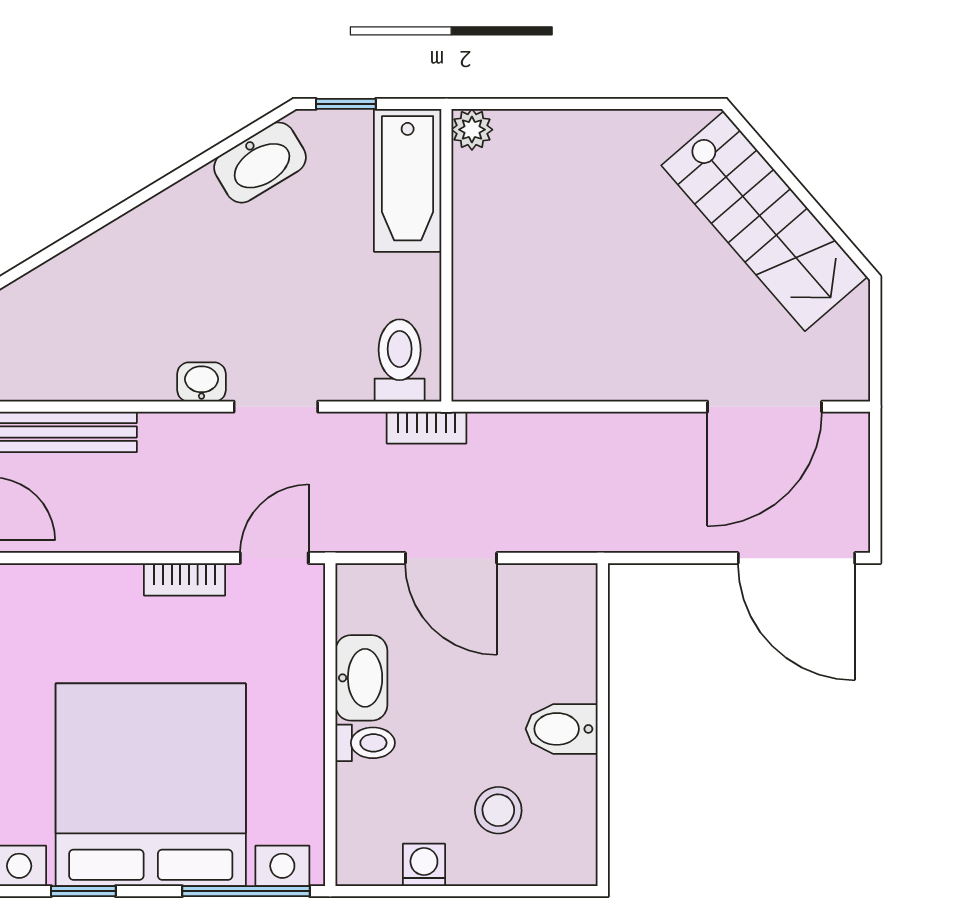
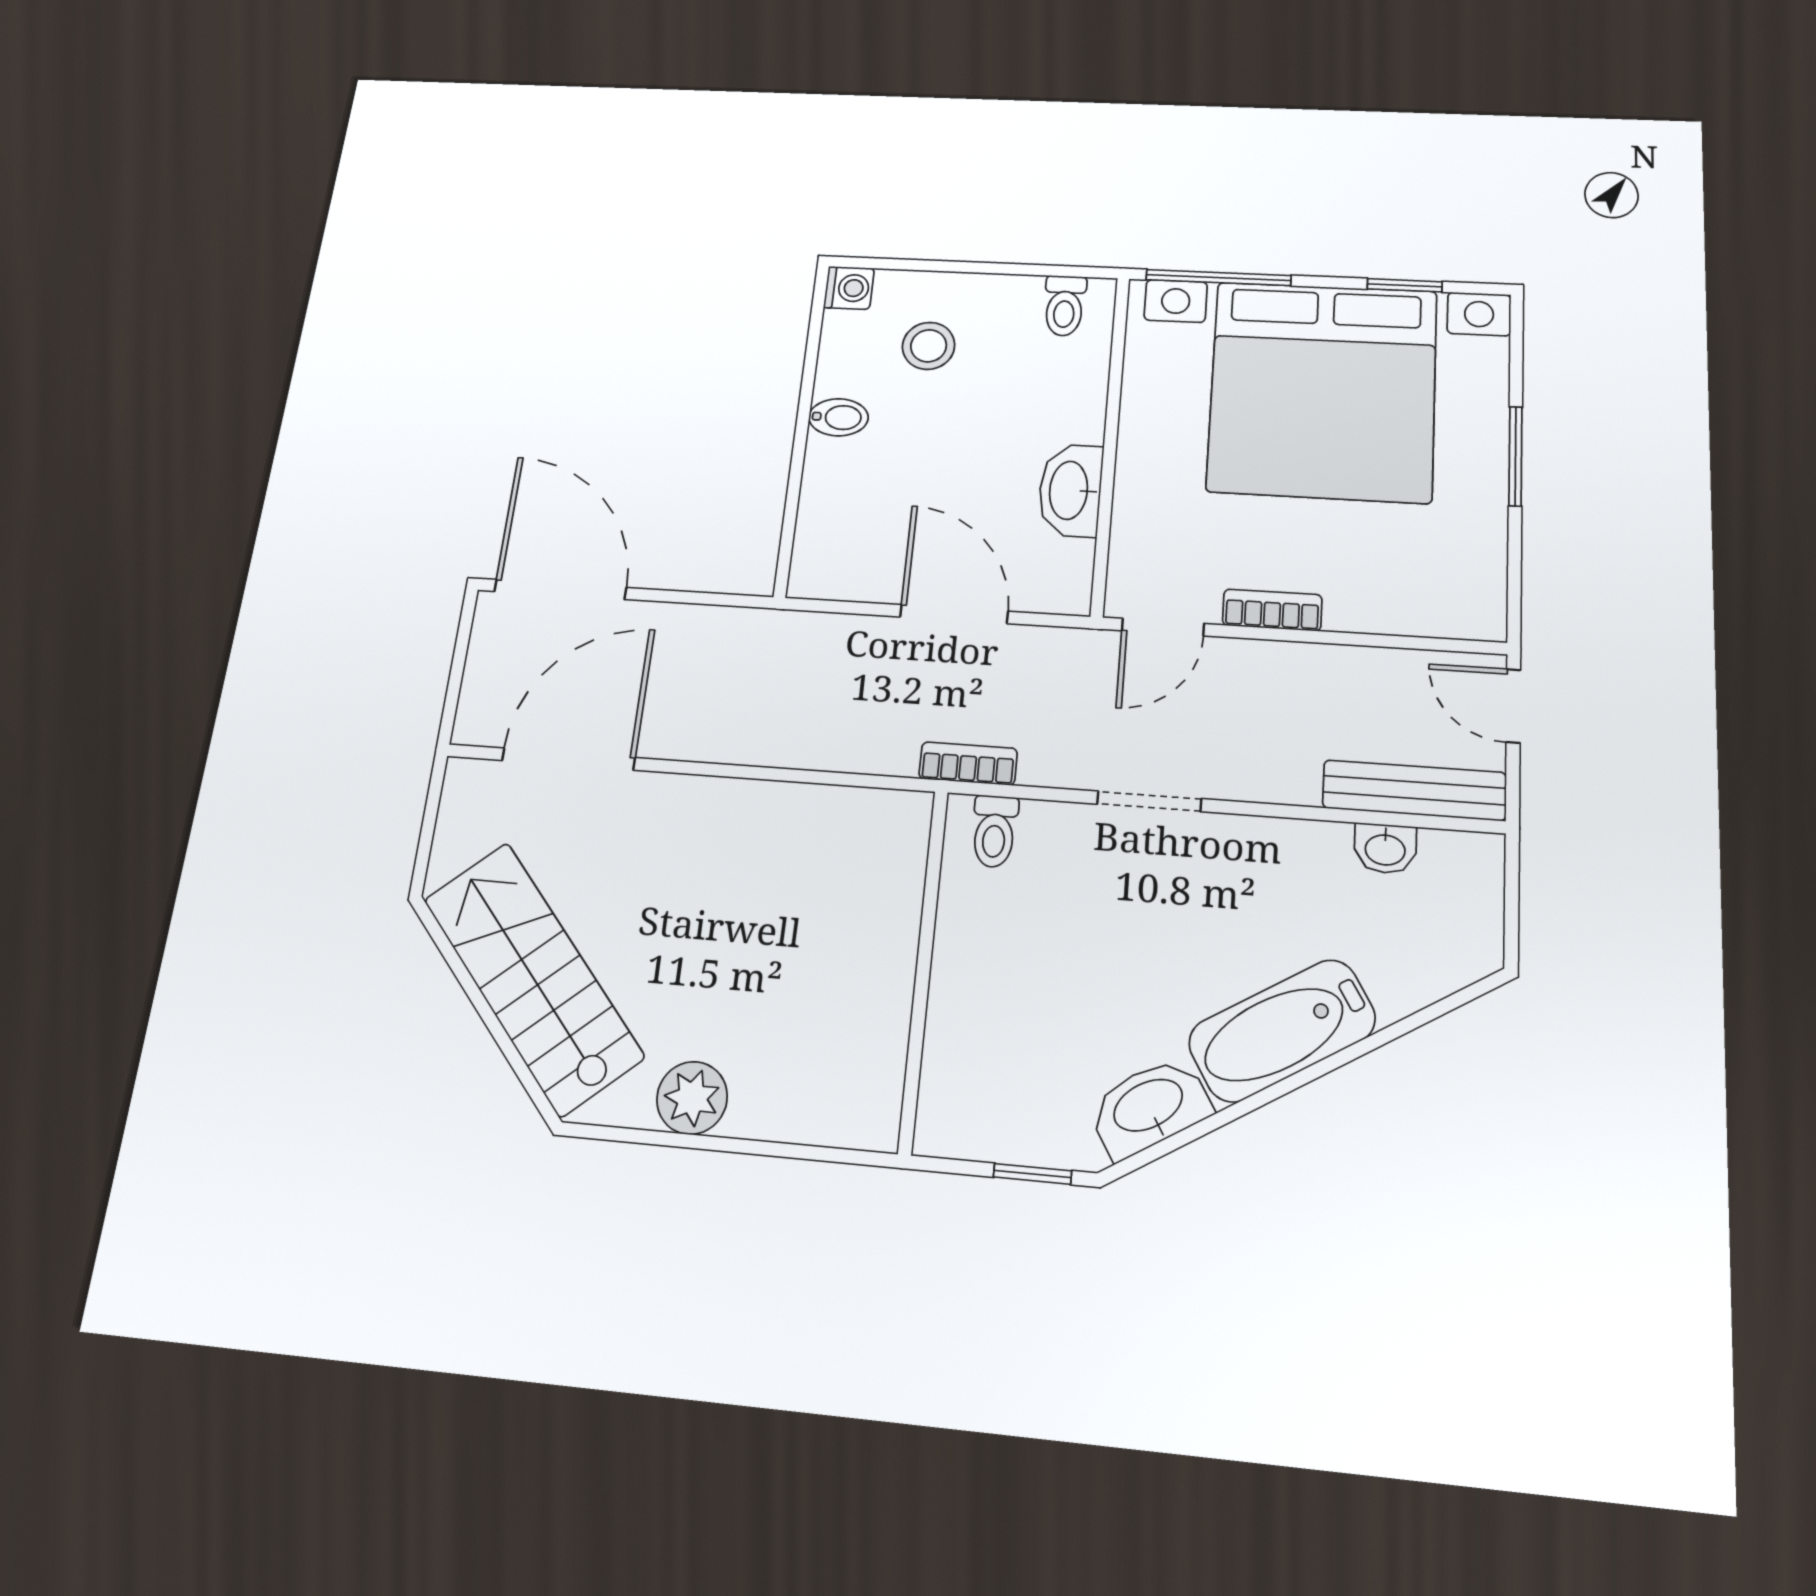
plant: (472, 130) -> (692, 1098), moved, width x1.38, depth x1.38
bathtub: (408, 180) -> (1282, 1031), moved, turned -121
toilet: (400, 360) -> (994, 831), width x0.73, depth x0.72
washbasin: (201, 382) -> (1385, 849), moved
bidet: (562, 729) -> (838, 417), width x0.72, depth x0.74
toilet: (365, 743) -> (1064, 306), moved, turned -90
washing machine: (424, 865) -> (849, 288), moved, turned -90

